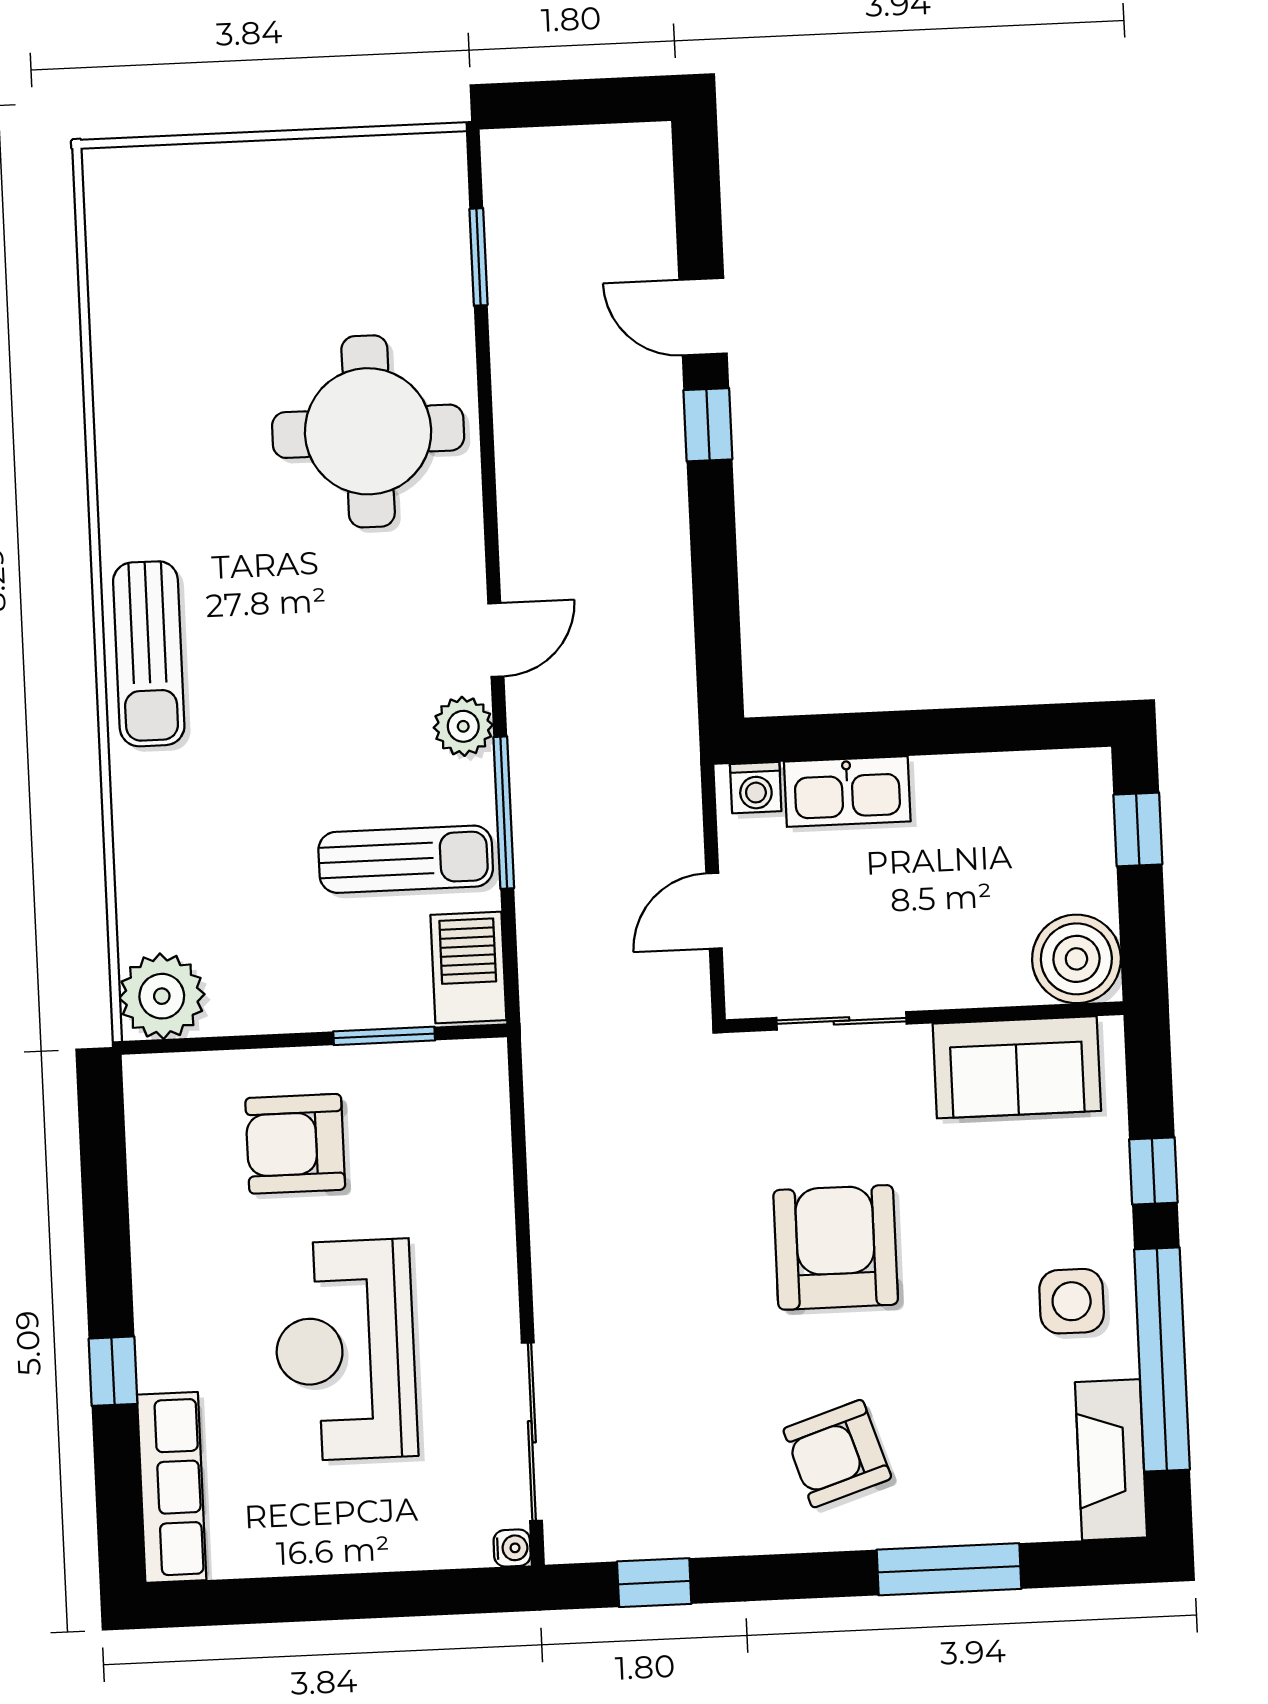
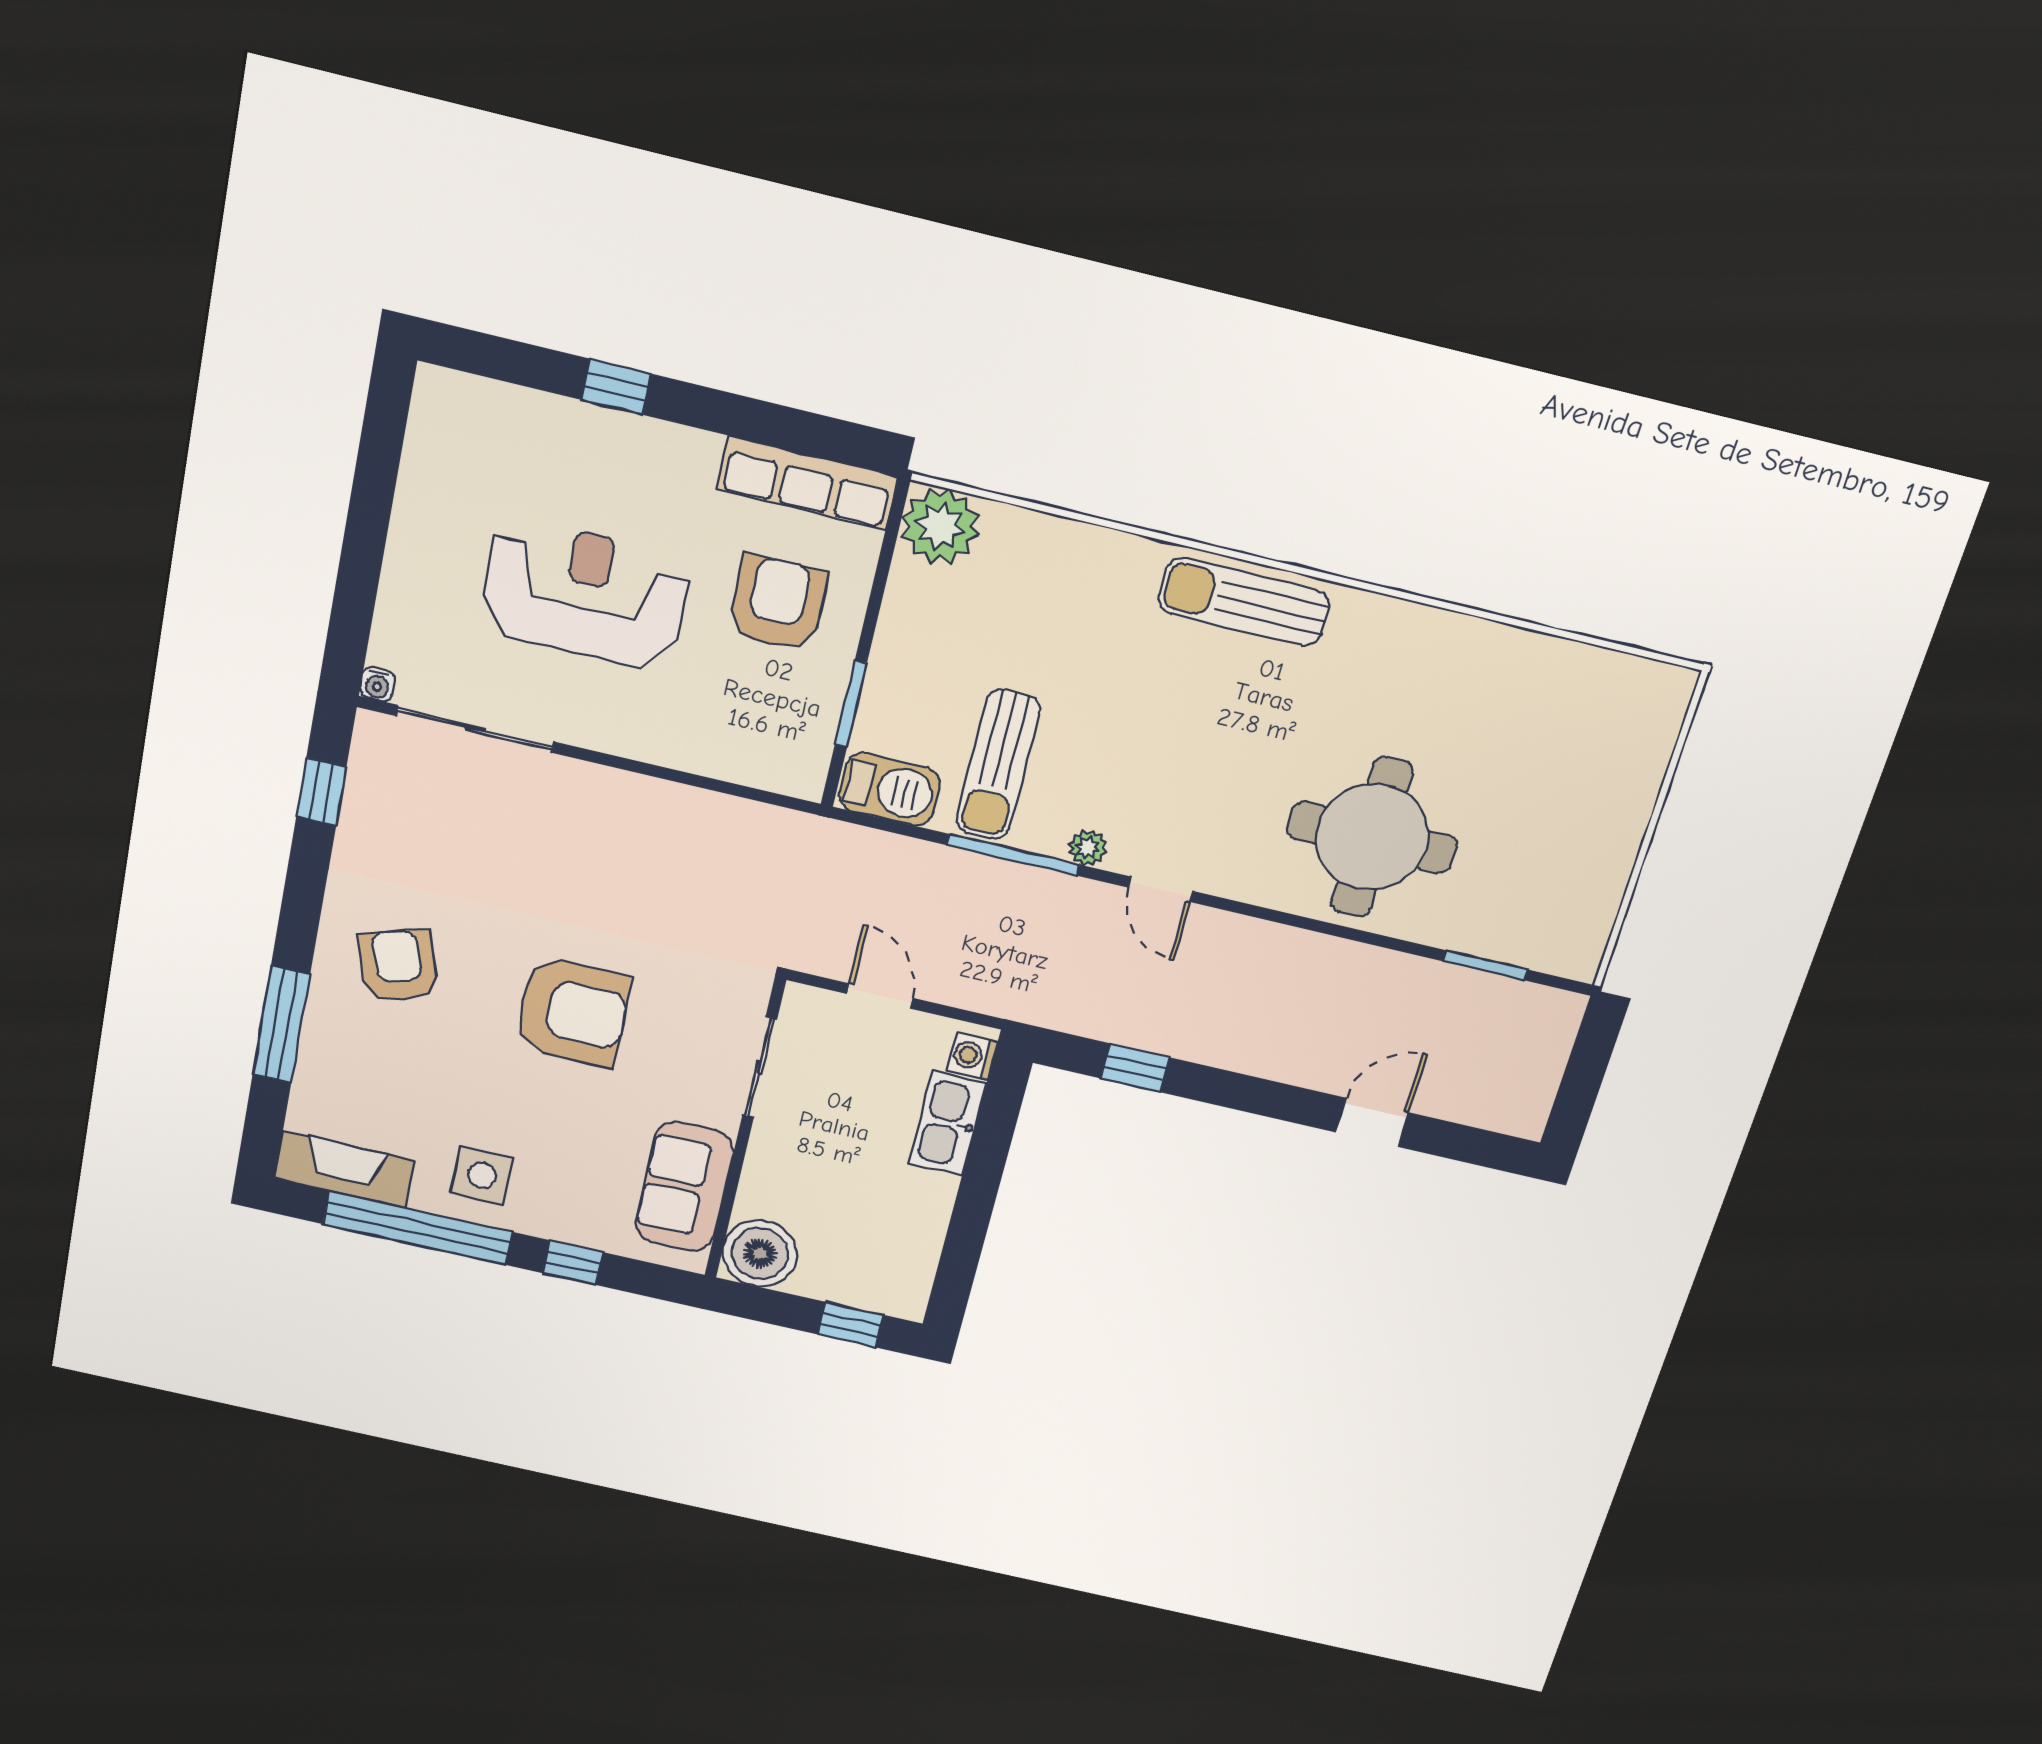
window: (708, 425) -> (1135, 1068), moved
plant: (463, 726) -> (1088, 848), width x0.73, depth x0.73
row of seats: (172, 1487) -> (807, 483), moved

